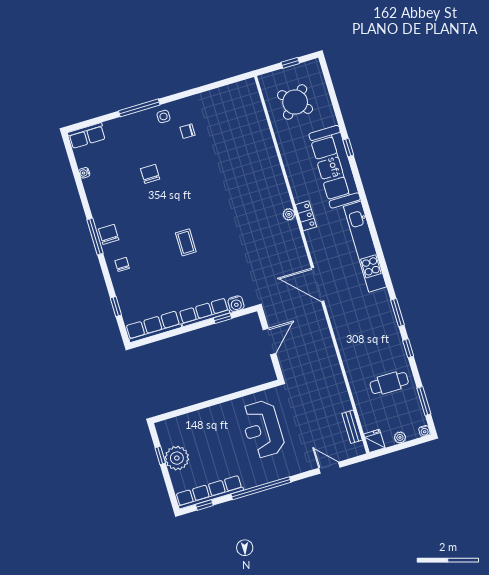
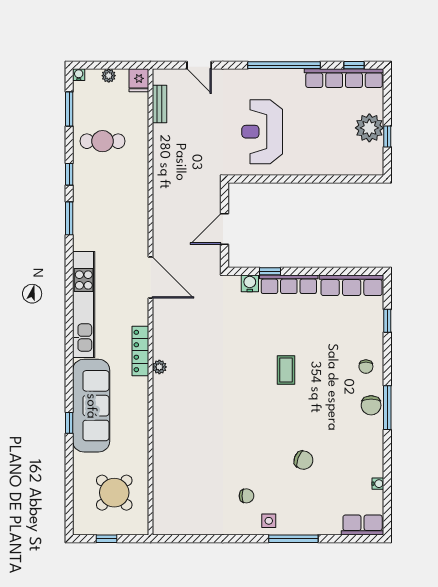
chair: (150, 174) -> (303, 460), turned -70
locker: (306, 216) -> (140, 351), width x1.53
reception desk: (263, 429) -> (262, 132), turned 180

